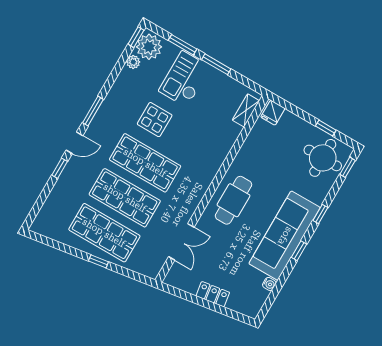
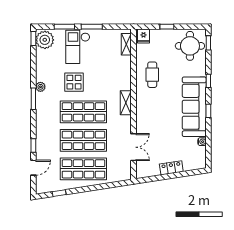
plant: (133, 62) -> (40, 87), moved
window: (326, 128) -> (167, 27), moved
door: (74, 143) -> (33, 168), moved
shelving: (203, 182) -> (126, 103), added
cafe table: (233, 200) -> (152, 75), moved, width x0.73, depth x0.74
window: (98, 261) -> (59, 193), moved

